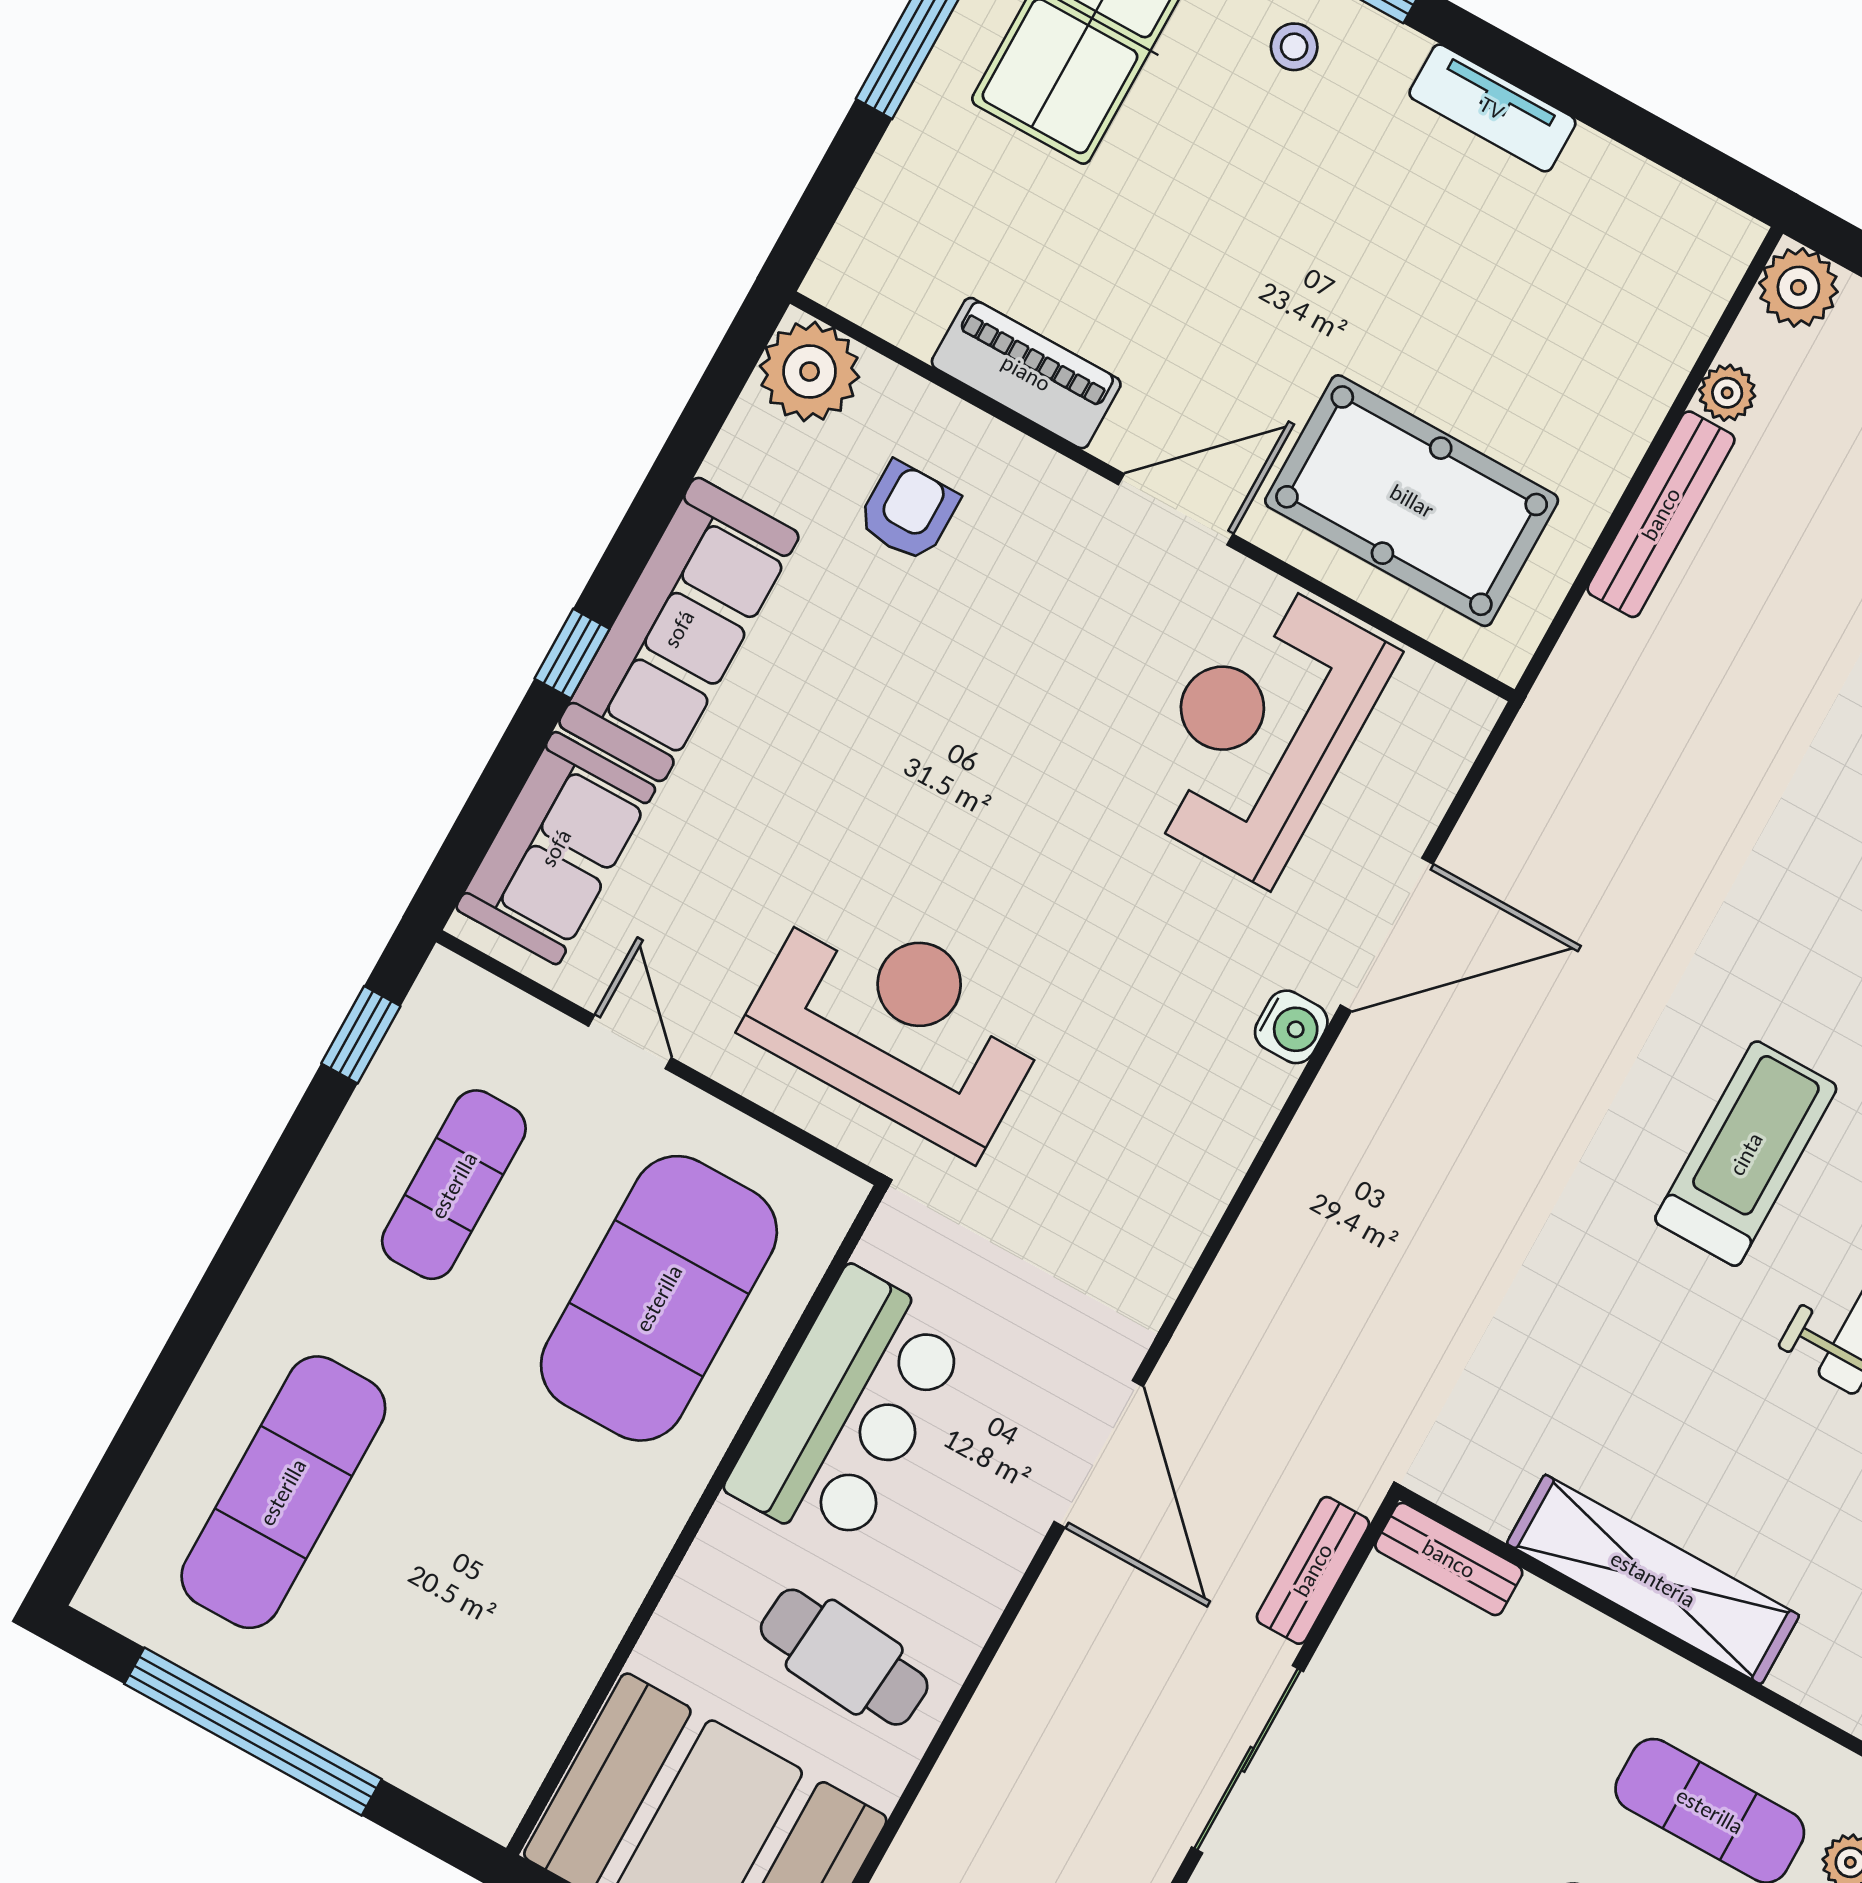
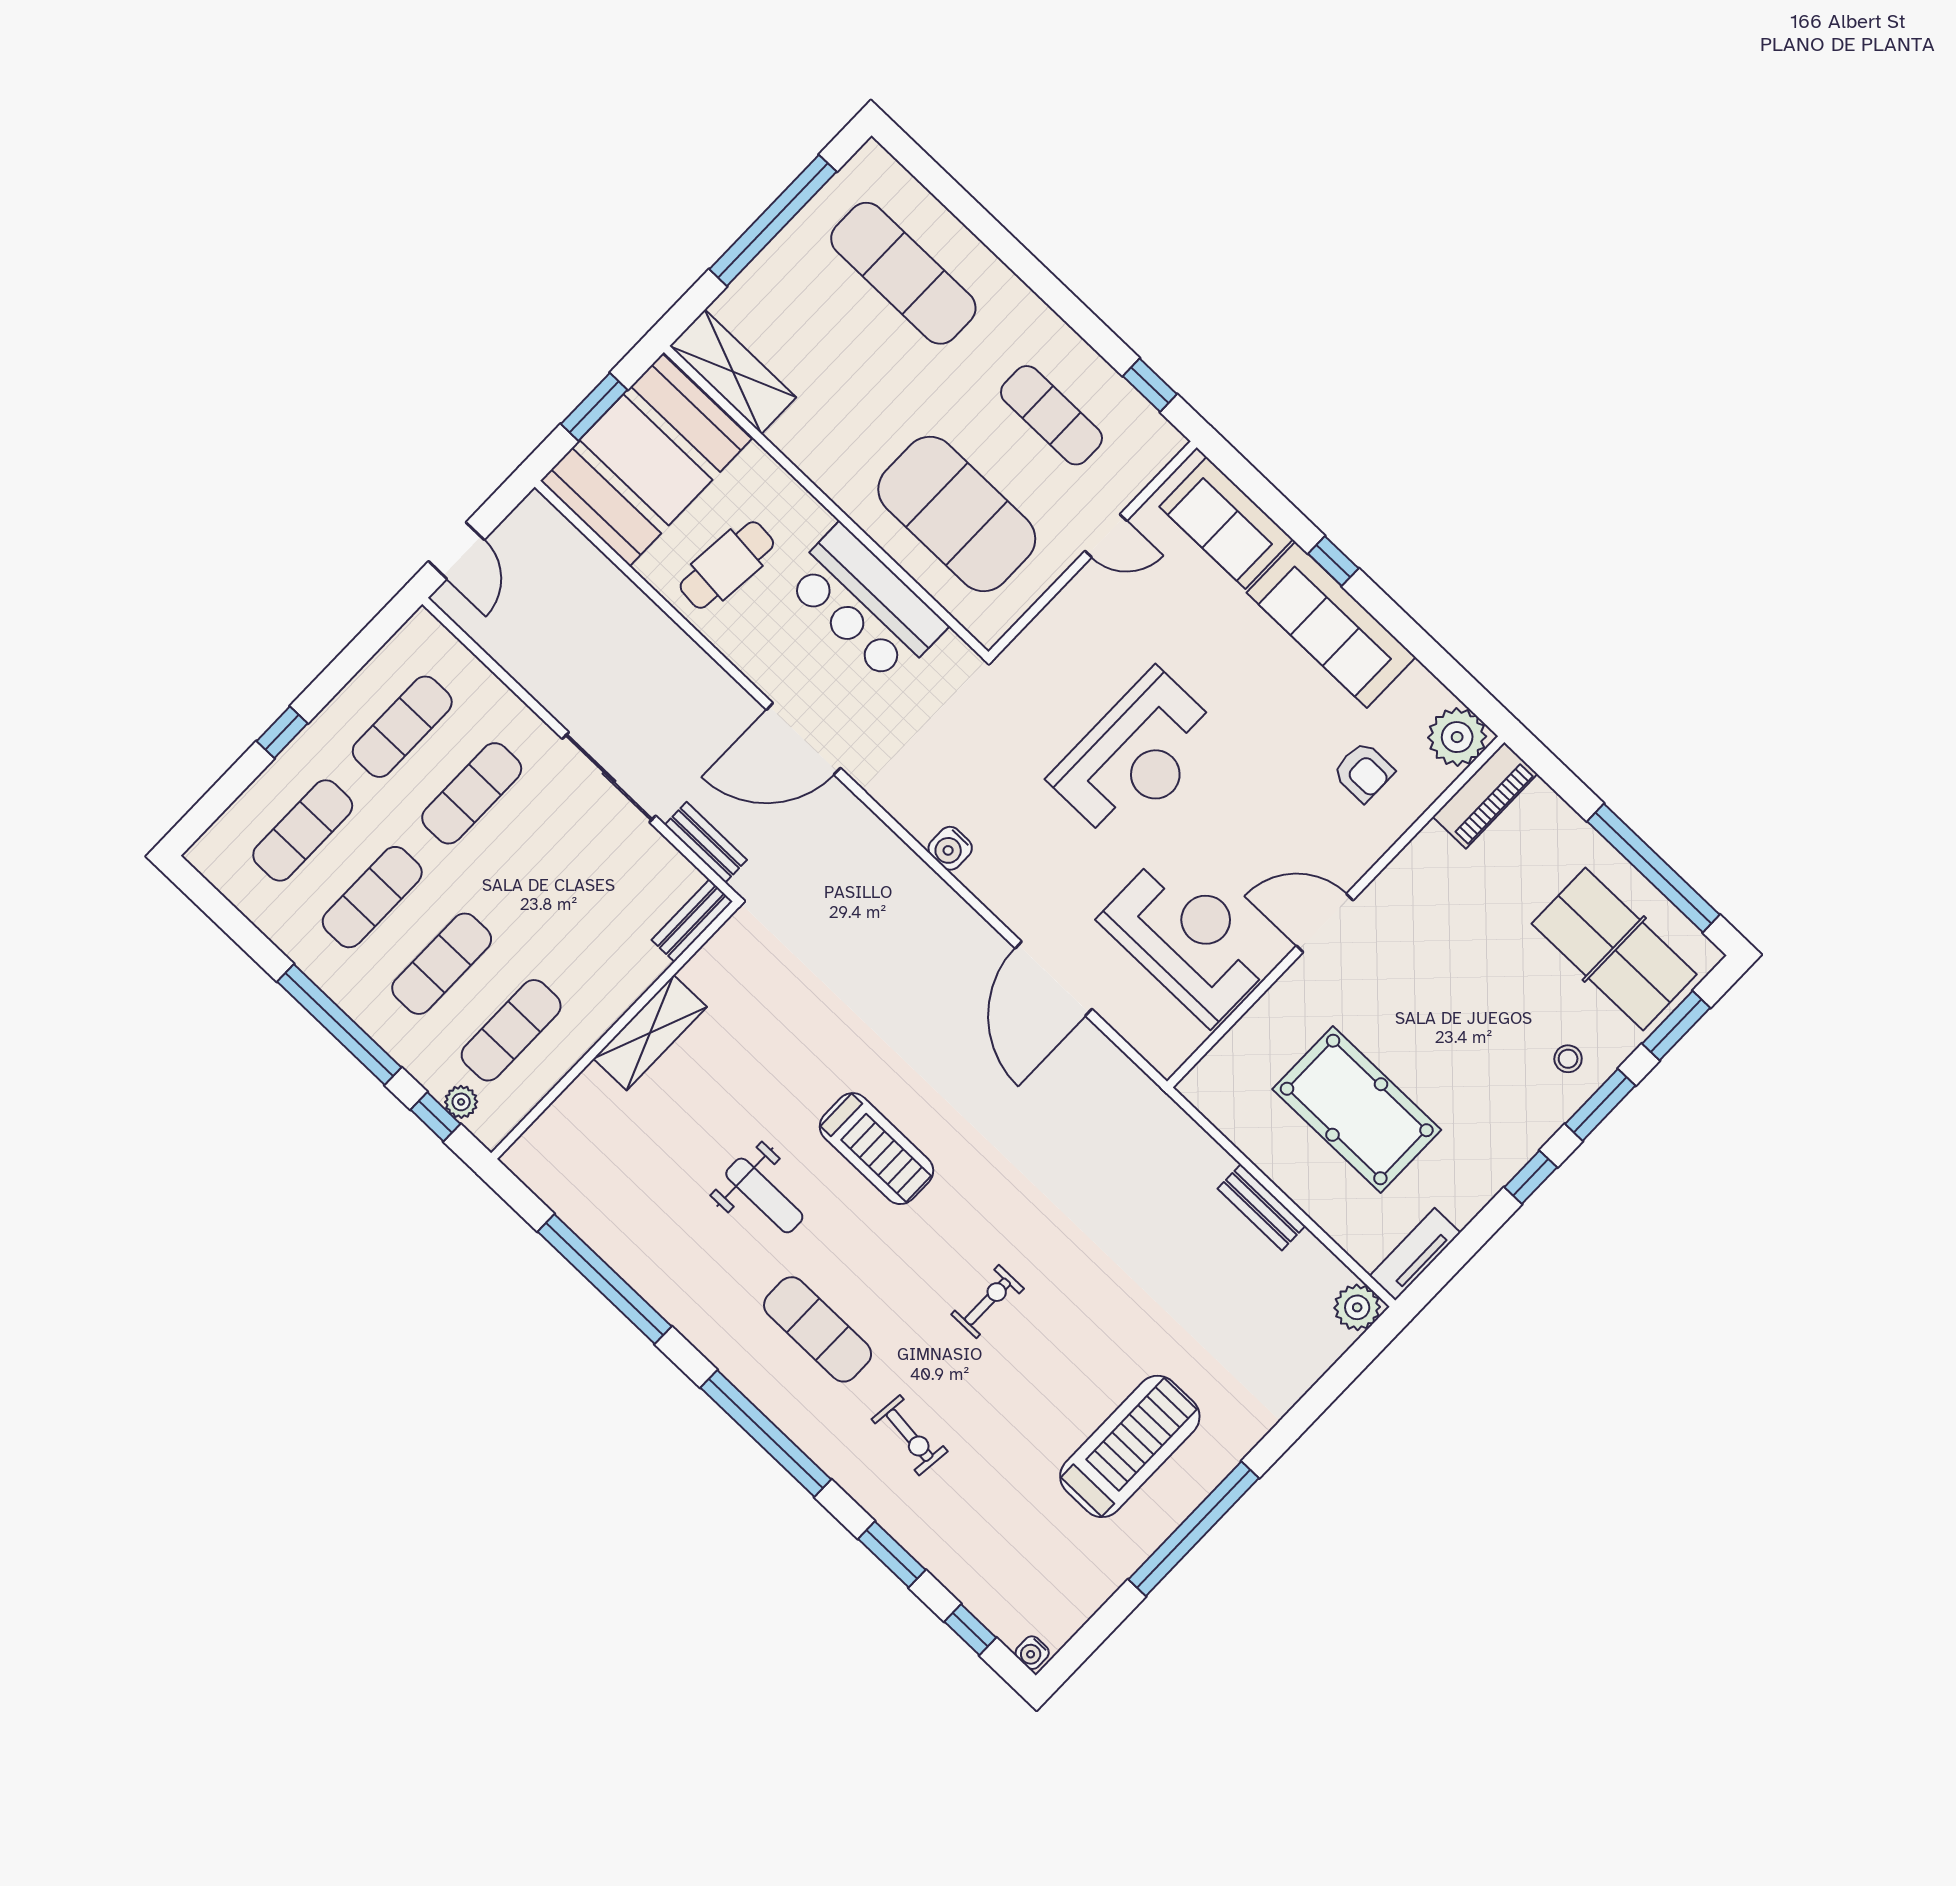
window: (1507, 57) -> (1531, 1177), added
tv unit: (1492, 108) -> (1415, 1254), moved
piano: (1026, 373) -> (1485, 795), moved
plant: (1727, 393) -> (1308, 1251), removed
pool table: (1412, 501) -> (1357, 1109), moved, turned 90
door: (1176, 509) -> (1325, 923), swing flipped
bench: (1661, 514) -> (1261, 1207), width x0.73
reception desk: (897, 1024) -> (1136, 756), moved
water cooler: (1291, 1027) -> (950, 848), moved
shelving: (1653, 1579) -> (650, 1033), width x0.68
shelving: (521, 1732) -> (733, 372), added

